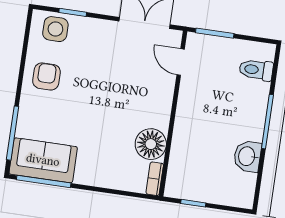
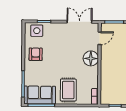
door: (181, 62) -> (100, 38), swing flipped
floor lamp: (151, 144) -> (91, 58), moved
rug: (103, 158) -> (68, 90), added

